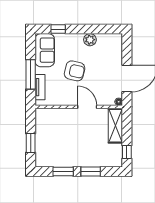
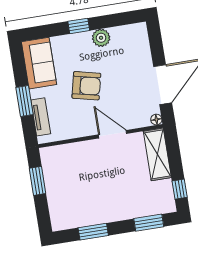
window: (58, 29) -> (79, 26), moved
window: (31, 74) -> (25, 101), width x0.69
window: (31, 143) -> (38, 181), moved
window: (91, 171) -> (149, 223), moved

